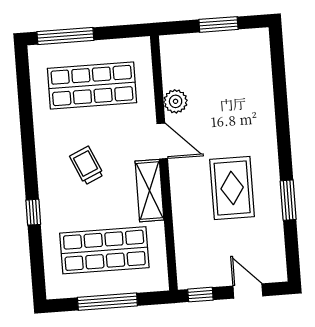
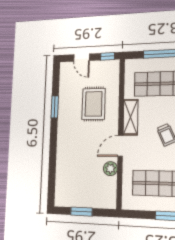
door: (162, 141) -> (120, 146), hinge flipped
rug: (232, 188) -> (94, 104), moved

